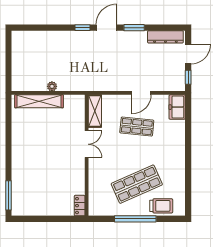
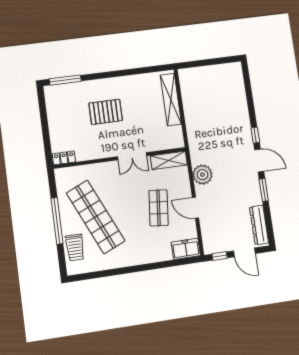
plant: (52, 86) -> (202, 175), moved, width x1.88, depth x1.88
pallet: (43, 163) -> (106, 112), added
shop shelf: (137, 184) -> (96, 217), width x1.40

